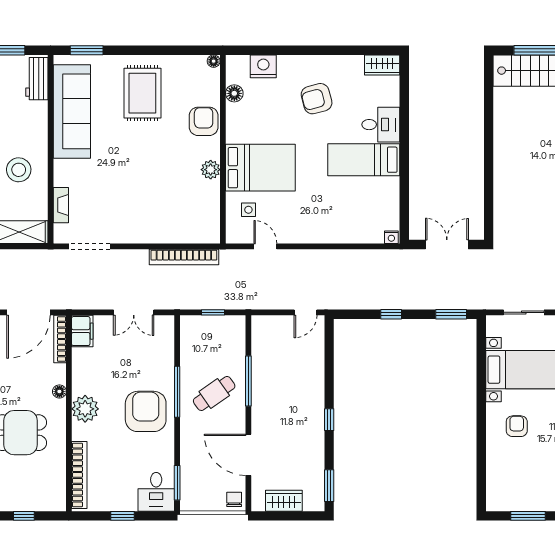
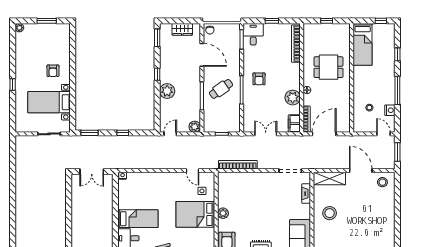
plant: (261, 325) -> (195, 127), added
plant: (311, 390) -> (167, 91), added
plant: (85, 409) -> (293, 98), moved
armchair: (146, 411) -> (259, 79), width x0.53, depth x0.53

